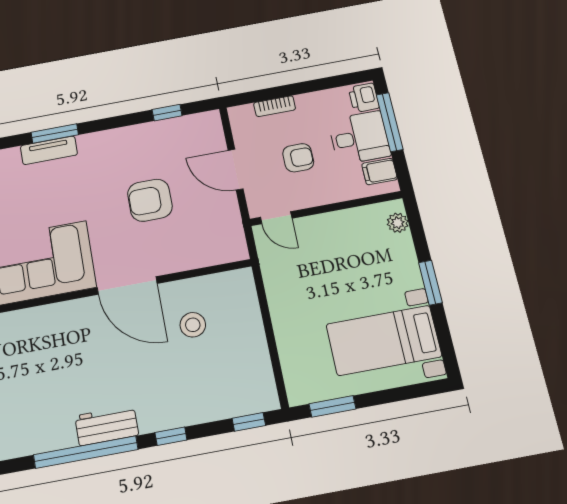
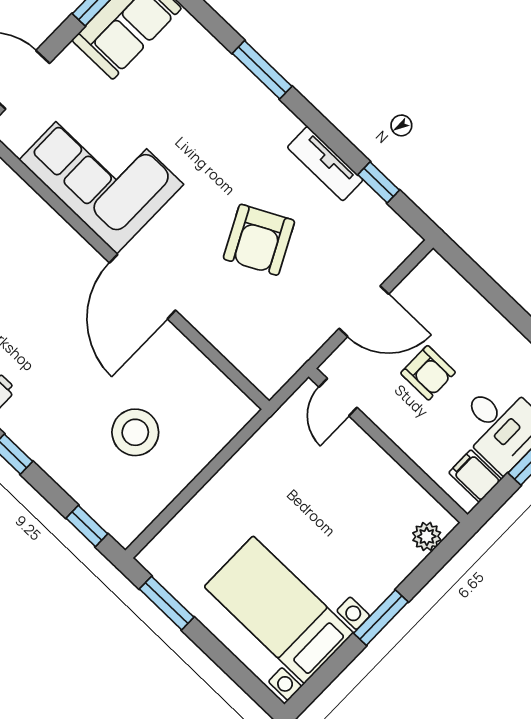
bookcase: (275, 106) -> (474, 302), removed
tv unit: (49, 150) -> (325, 164), moved
door: (236, 170) -> (364, 311), swing flipped
armchair: (150, 200) -> (259, 240), turned -117
stool: (193, 325) -> (135, 432), moved, width x1.38, depth x1.38

